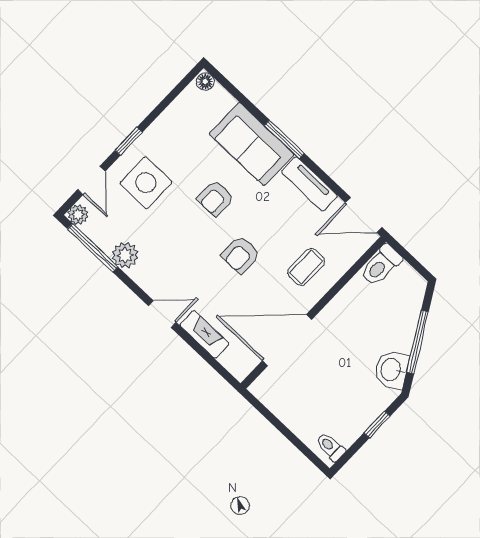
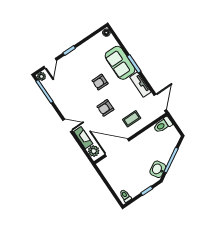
side table: (146, 183) -> (73, 69), removed
door: (364, 215) -> (160, 102), swing flipped
plant: (125, 255) -> (94, 151), moved

